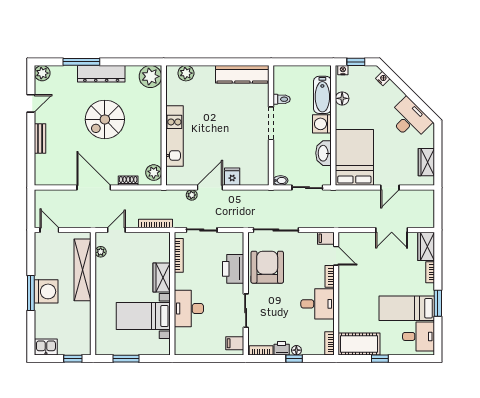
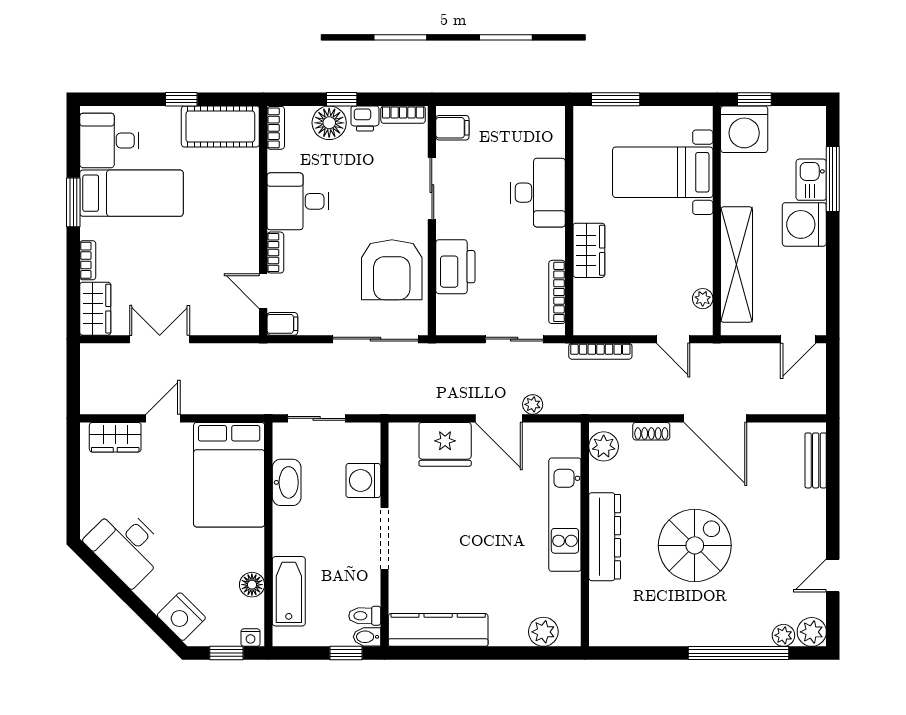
window: (81, 62) -> (739, 653), width x1.46
window: (292, 62) -> (346, 653), added
dresser: (101, 74) -> (605, 537), moved, turned 90
plant: (150, 76) -> (783, 635), moved, width x0.53, depth x0.53
nightstand: (383, 79) -> (181, 617), width x1.89, depth x1.79
toilet: (282, 99) -> (365, 616), moved
washing machine: (322, 124) -> (363, 481), moved, turned 180
bench: (40, 139) -> (816, 460), moved
wardrobe: (426, 162) -> (115, 437), moved, turned 90
fridge: (232, 177) -> (445, 444), width x1.88, depth x1.34
bidet: (281, 180) -> (367, 637), moved
door: (210, 188) -> (499, 418), hinge flipped
door: (49, 230) -> (798, 339), hinge flipped
door: (116, 230) -> (673, 339), hinge flipped
window: (31, 293) -> (833, 179), moved
bed with nightstands: (143, 316) -> (663, 172), moved, turned 180
washing machine: (78, 342) -> (744, 129), added
kitchen sink: (46, 347) -> (811, 180), moved, turned 90
floor lamp: (296, 350) -> (329, 123), width x1.89, depth x1.89
window: (126, 359) -> (616, 99), moved

